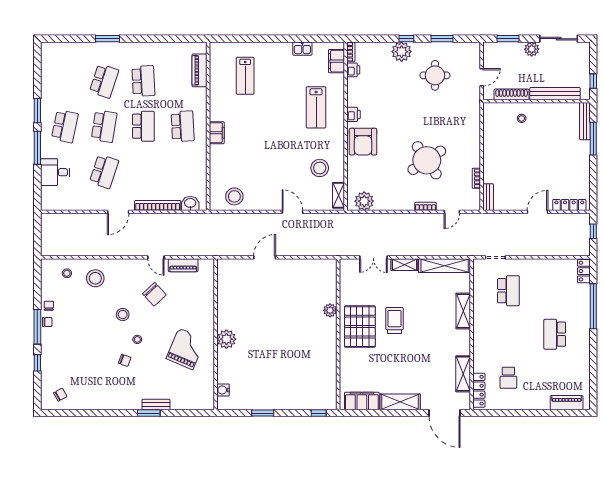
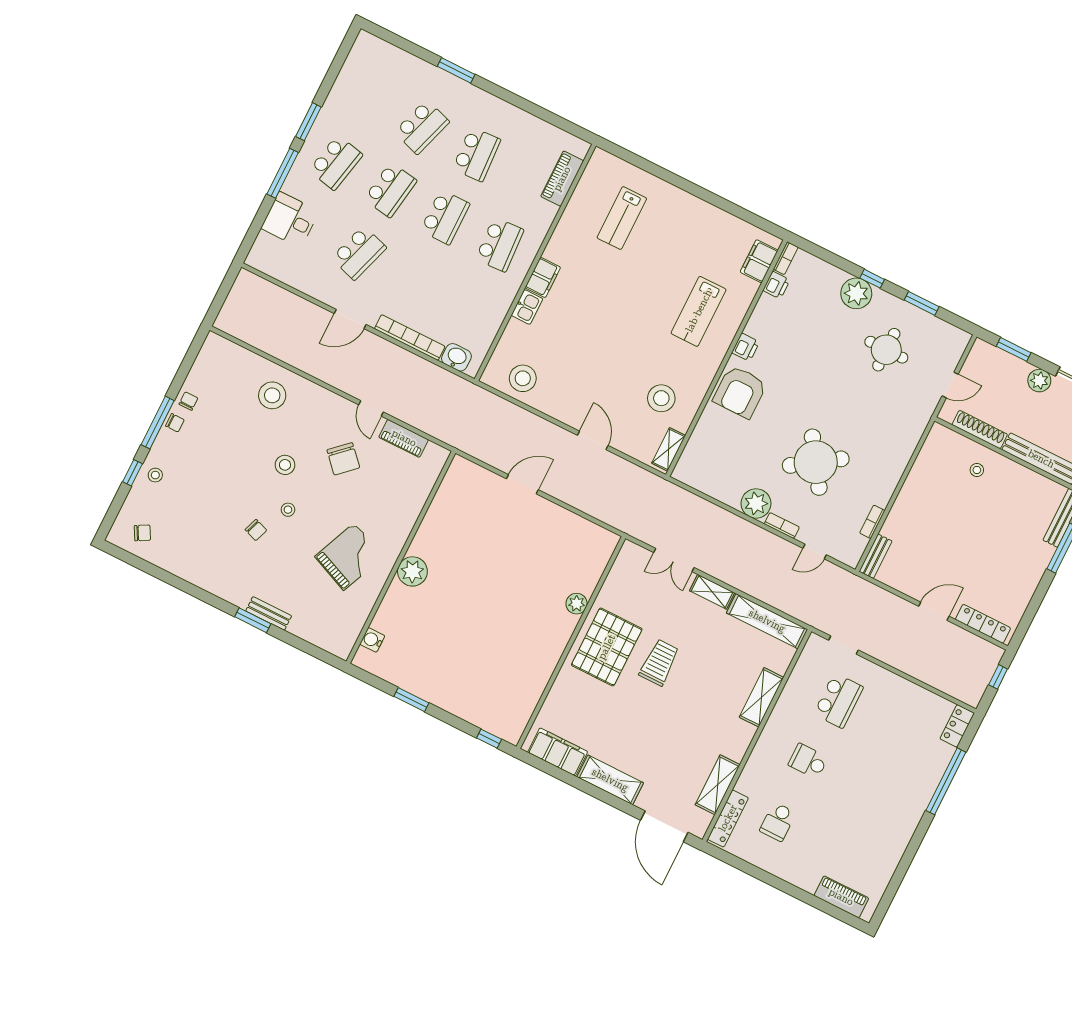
kitchen sink: (302, 49) -> (527, 307), moved, turned -90
plant: (364, 201) -> (756, 503), moved
stool: (67, 273) -> (155, 475), moved
school desk: (555, 334) -> (808, 761), moved, width x0.54

